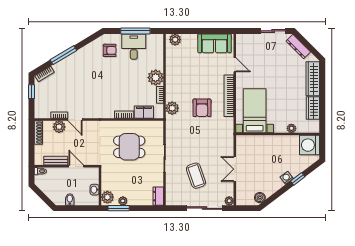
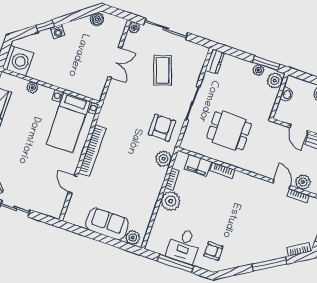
sofa: (215, 43) -> (107, 224), moved
armchair: (202, 108) -> (162, 128), moved

